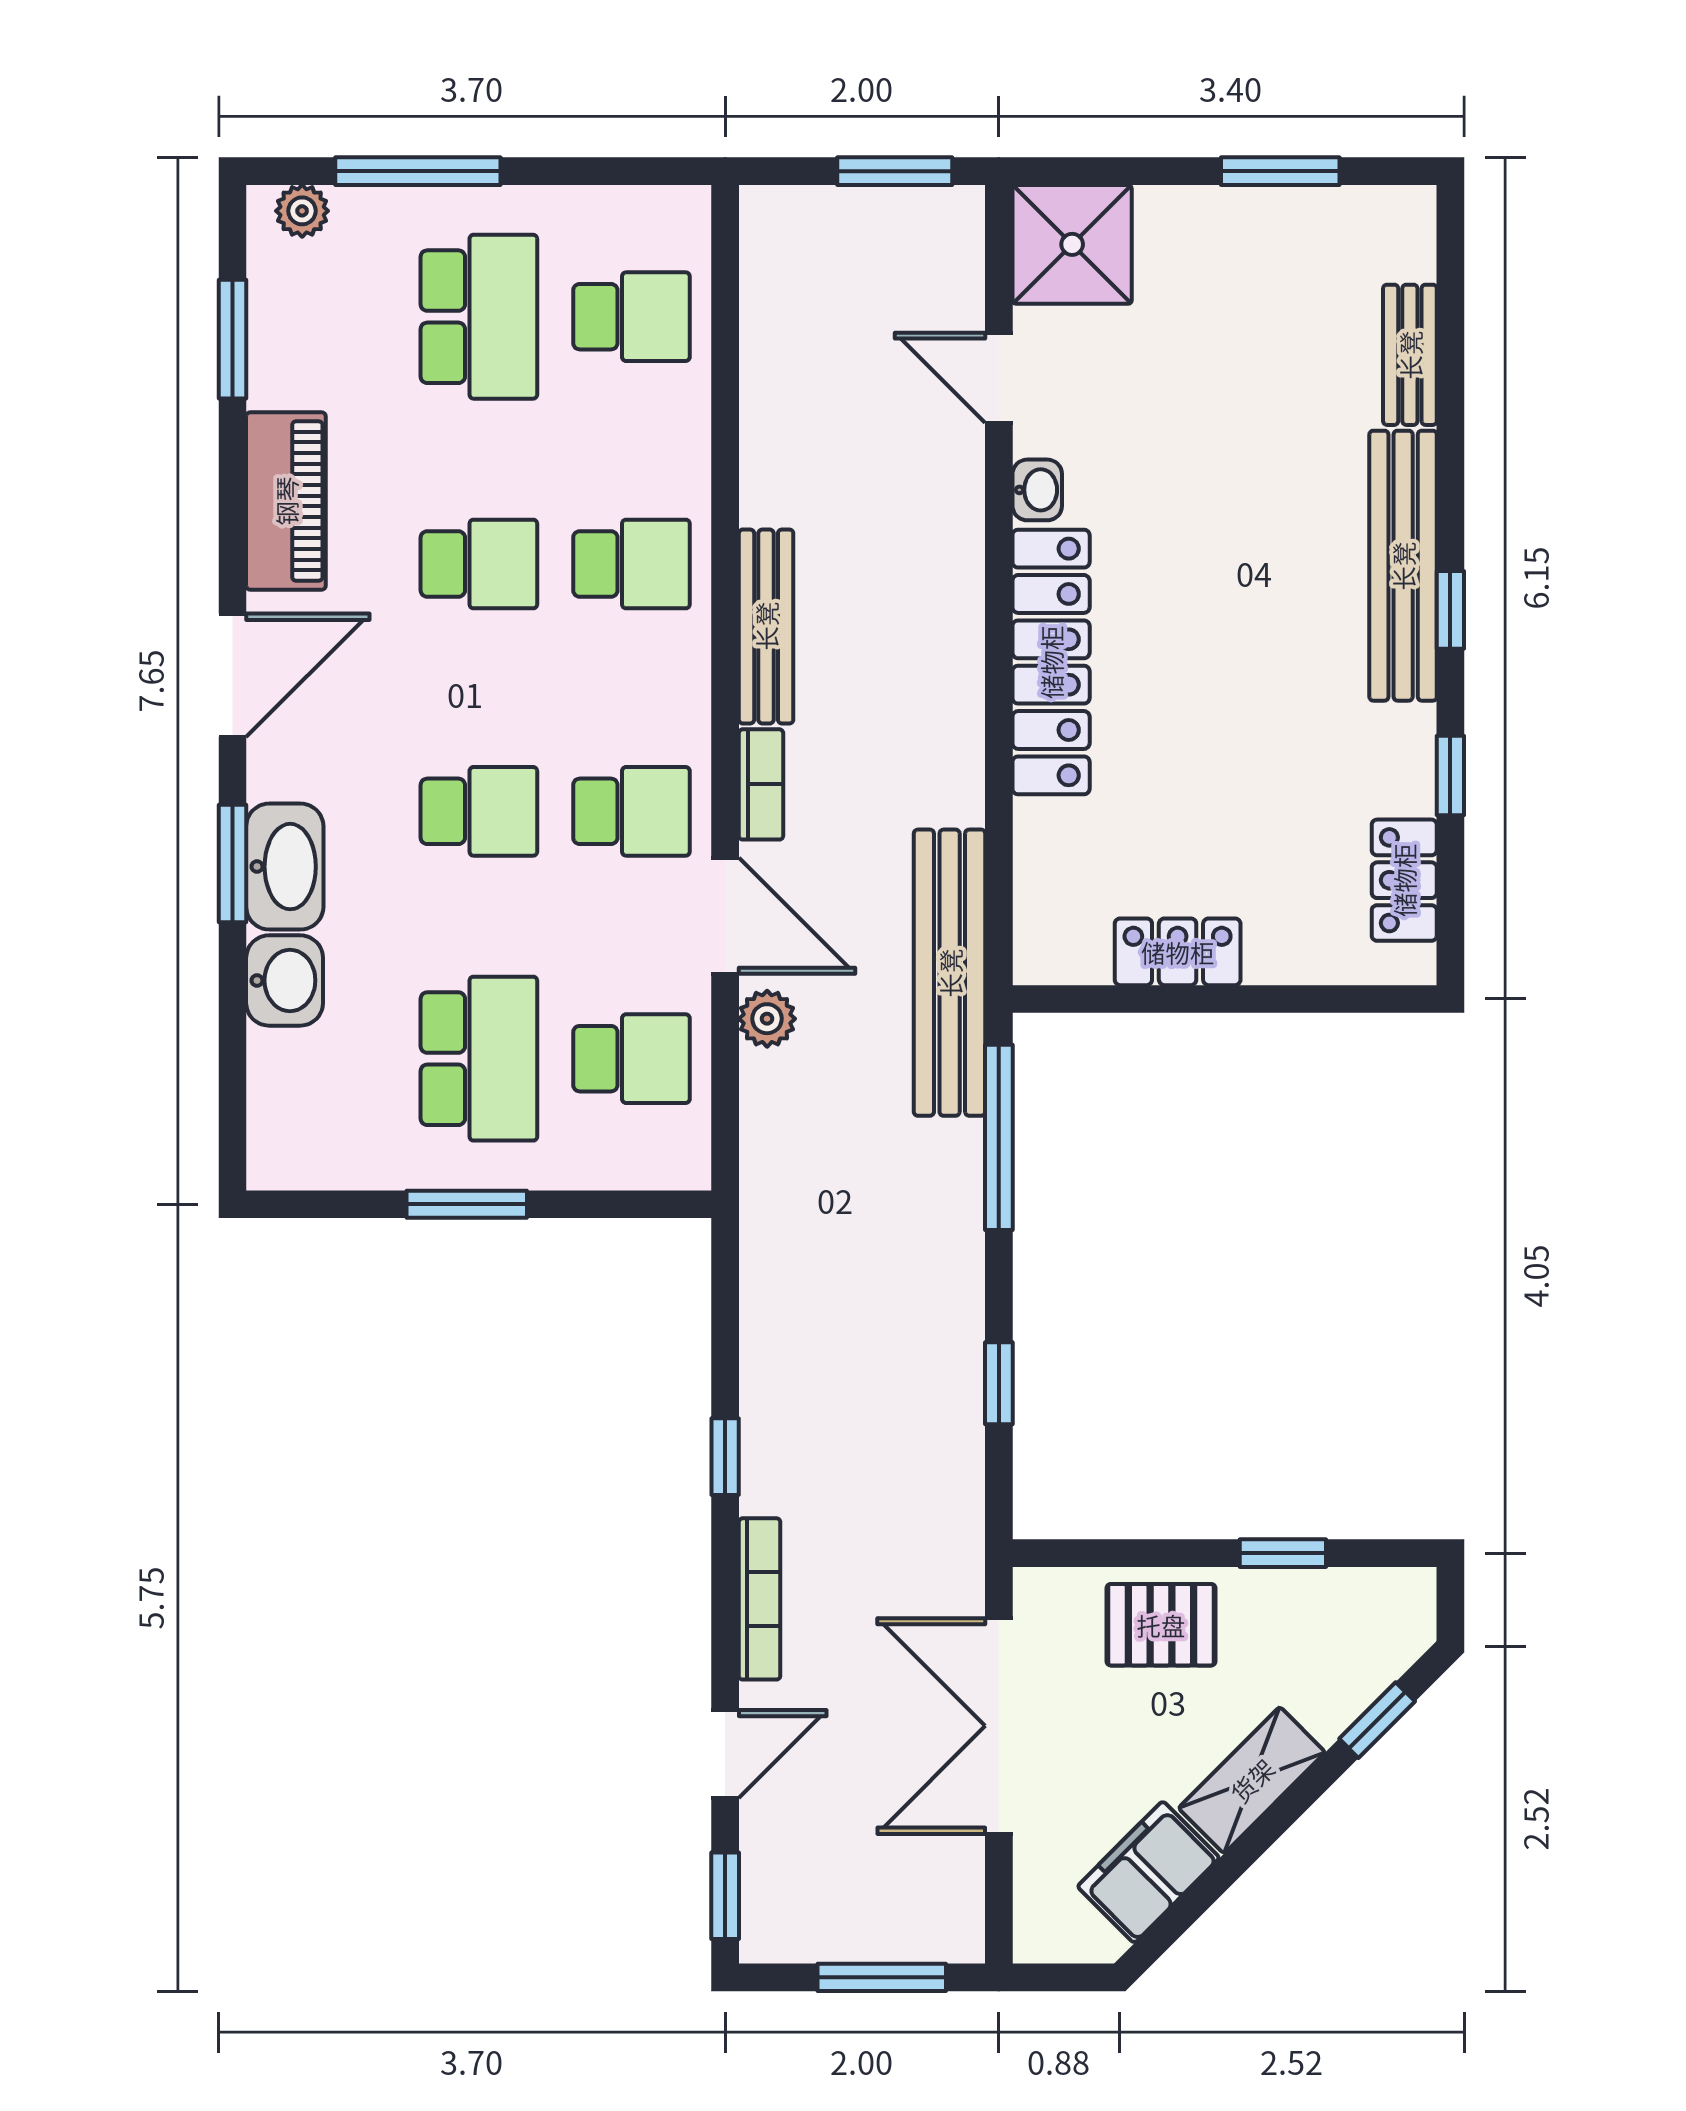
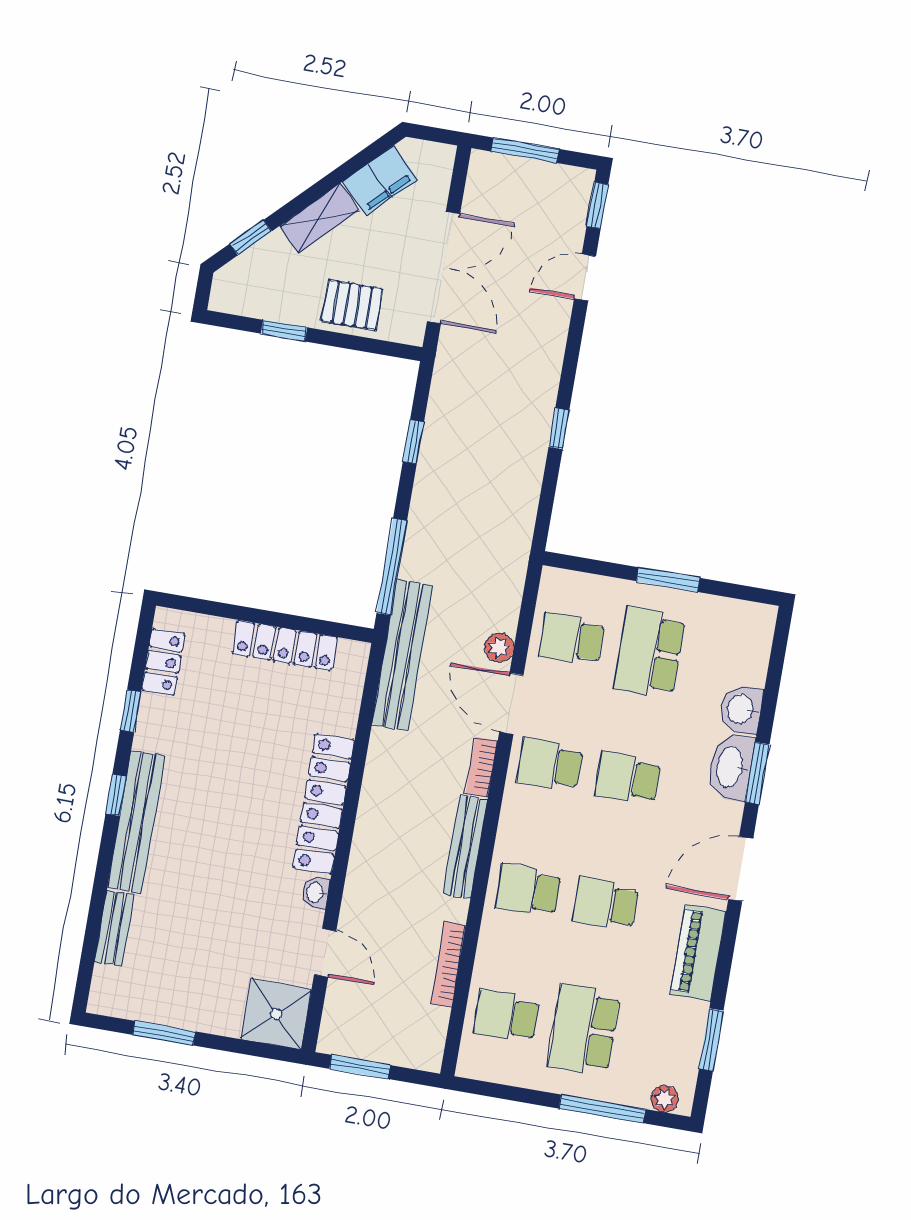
locker: (1178, 952) -> (285, 645), width x1.53
bookcase: (760, 1599) -> (448, 964), moved

